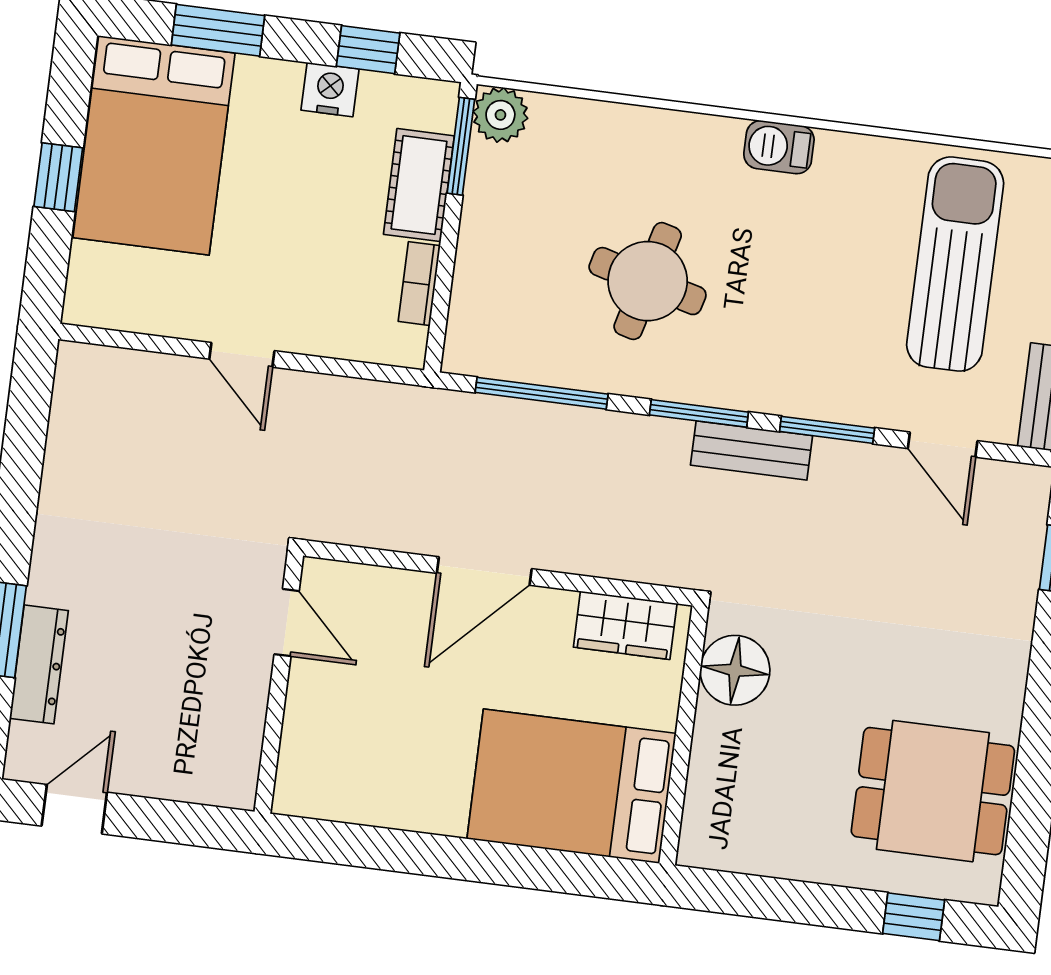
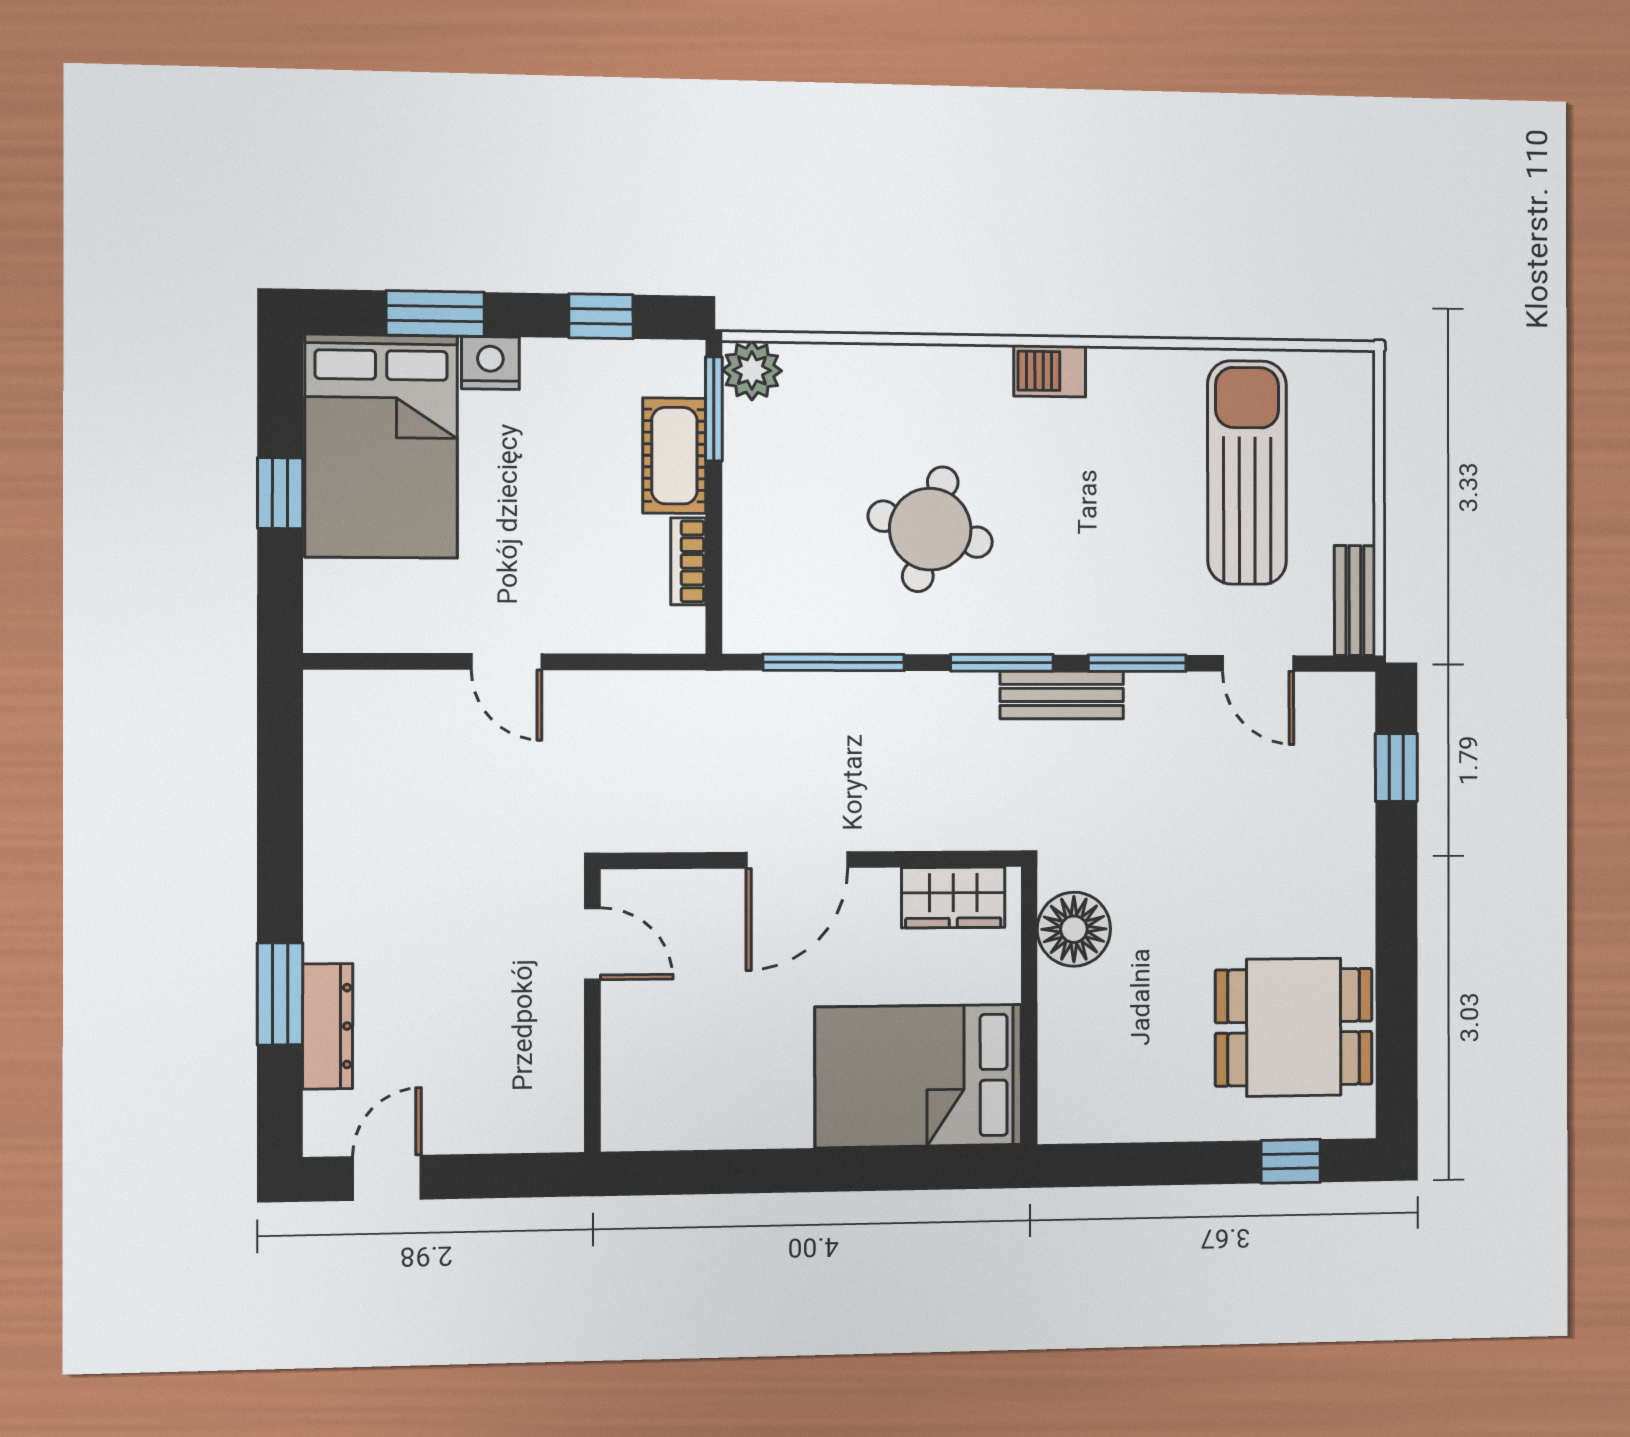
nightstand: (330, 90) -> (490, 363), moved

